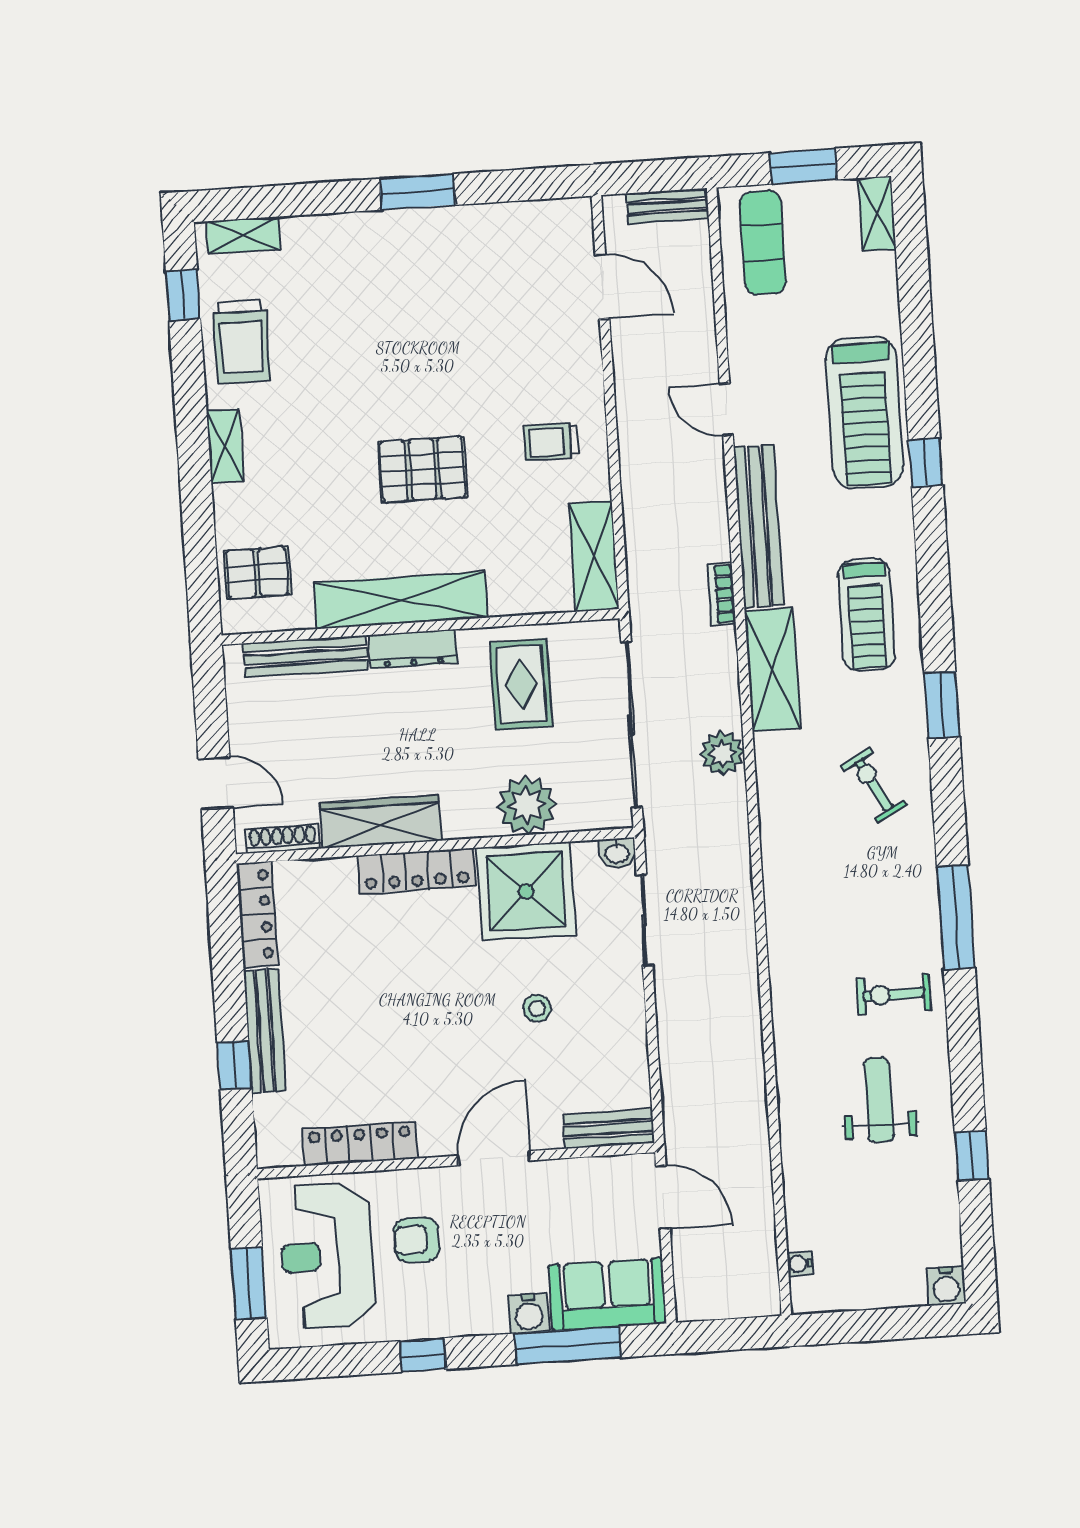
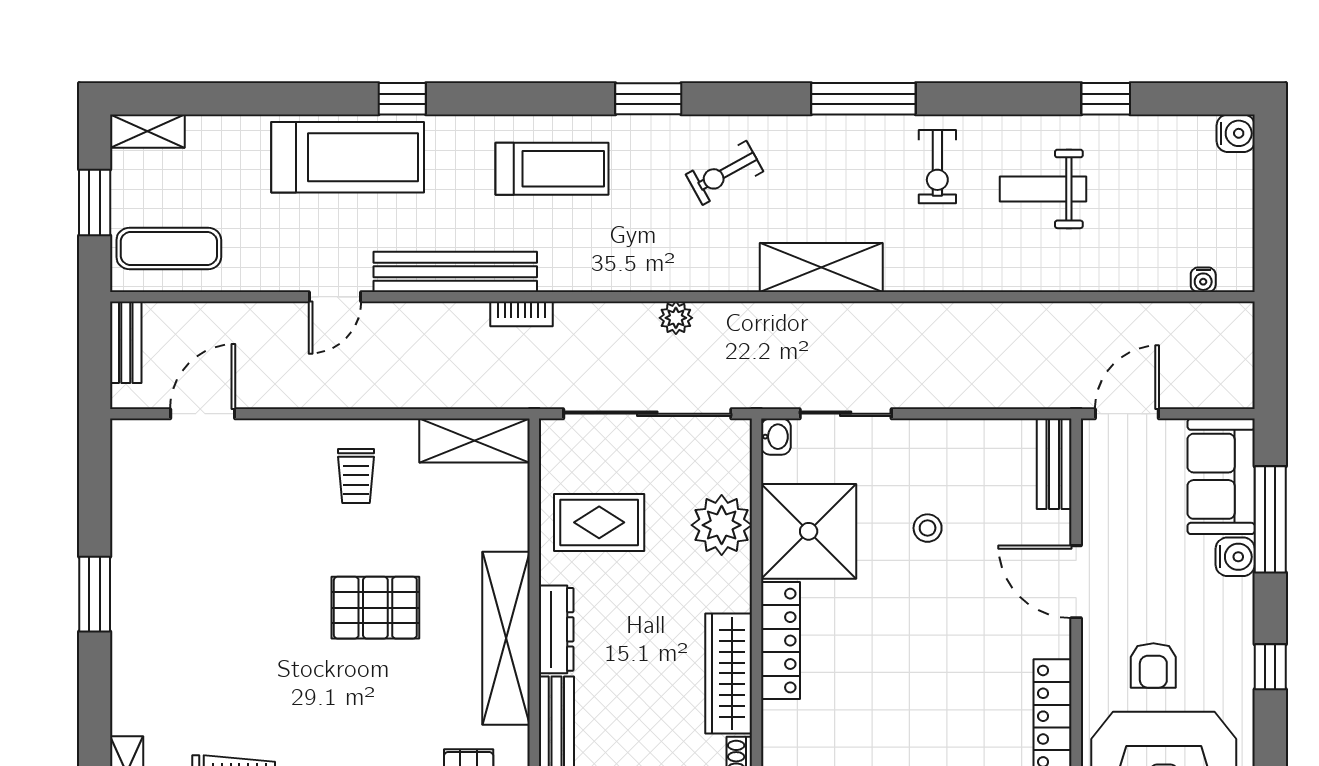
pallet: (423, 469) -> (375, 608), turned 90
shelving: (772, 670) -> (821, 267), moved
plant: (722, 753) -> (676, 318), width x0.73, depth x0.73

